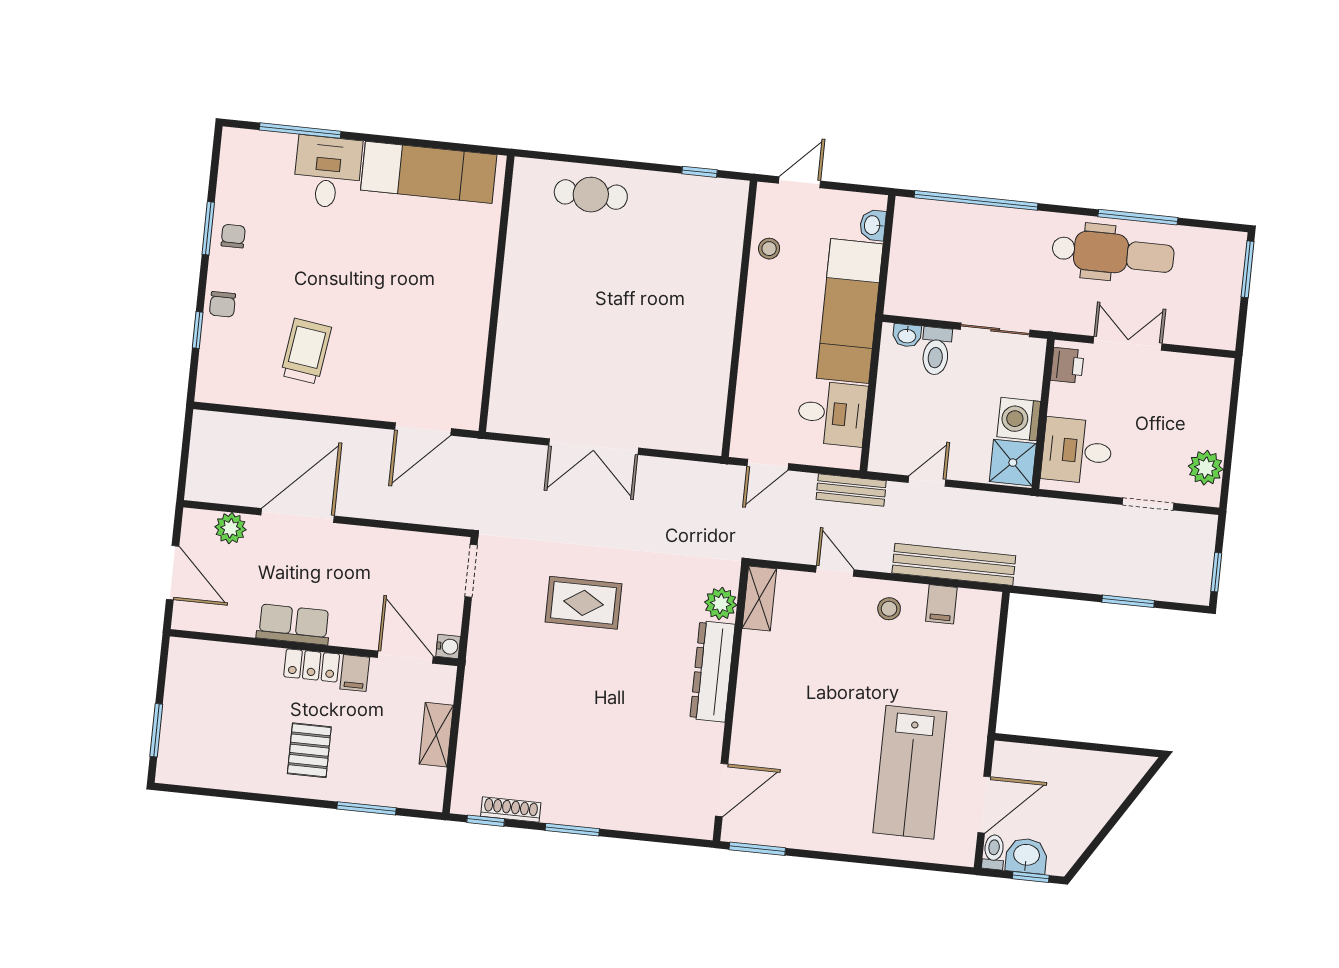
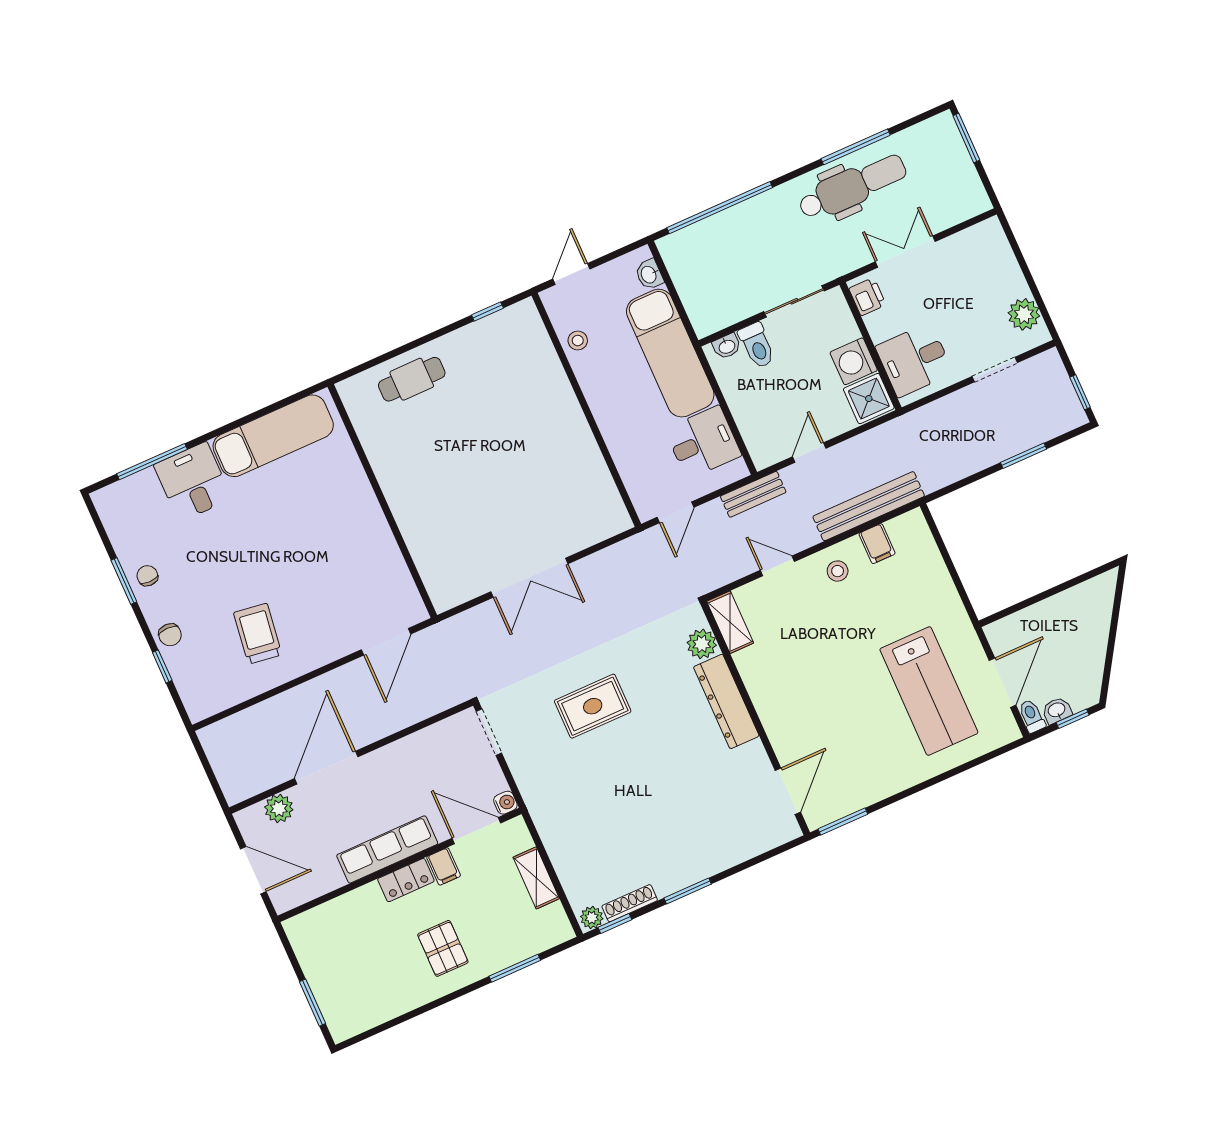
row of seats: (294, 624) -> (387, 849), width x1.48
plant: (467, 802) -> (592, 918), added
washbasin: (1026, 856) -> (1057, 710), width x0.72, depth x0.69

